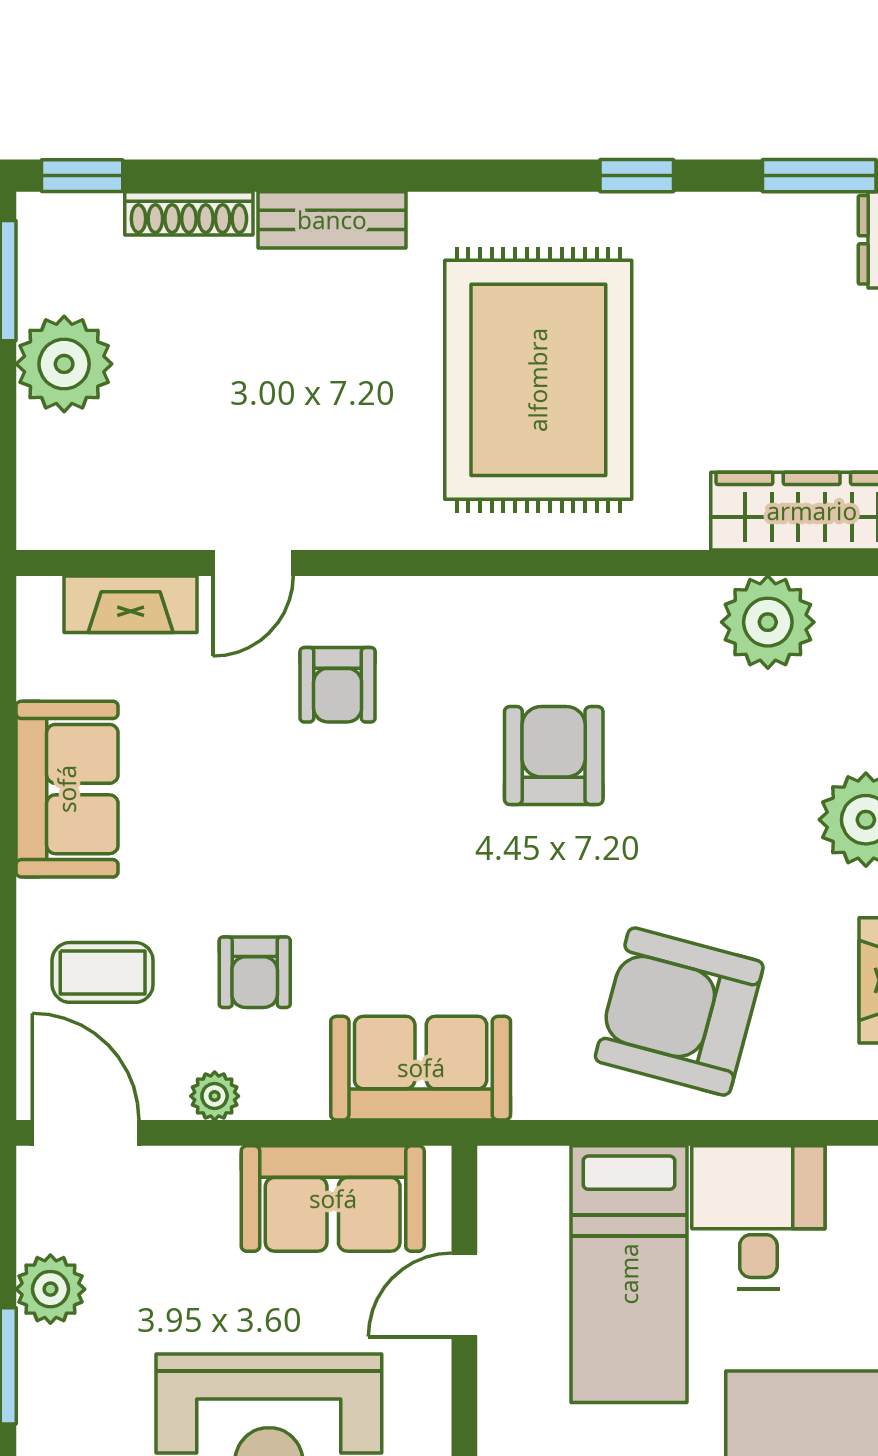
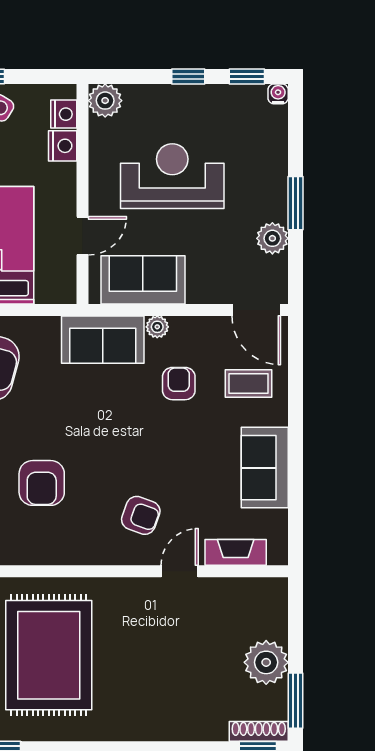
shoe rack: (189, 213) -> (259, 731), moved
bench: (332, 220) -> (143, 728), removed
armchair: (338, 685) -> (141, 515), turned 110
plant: (215, 1096) -> (157, 327), moved

